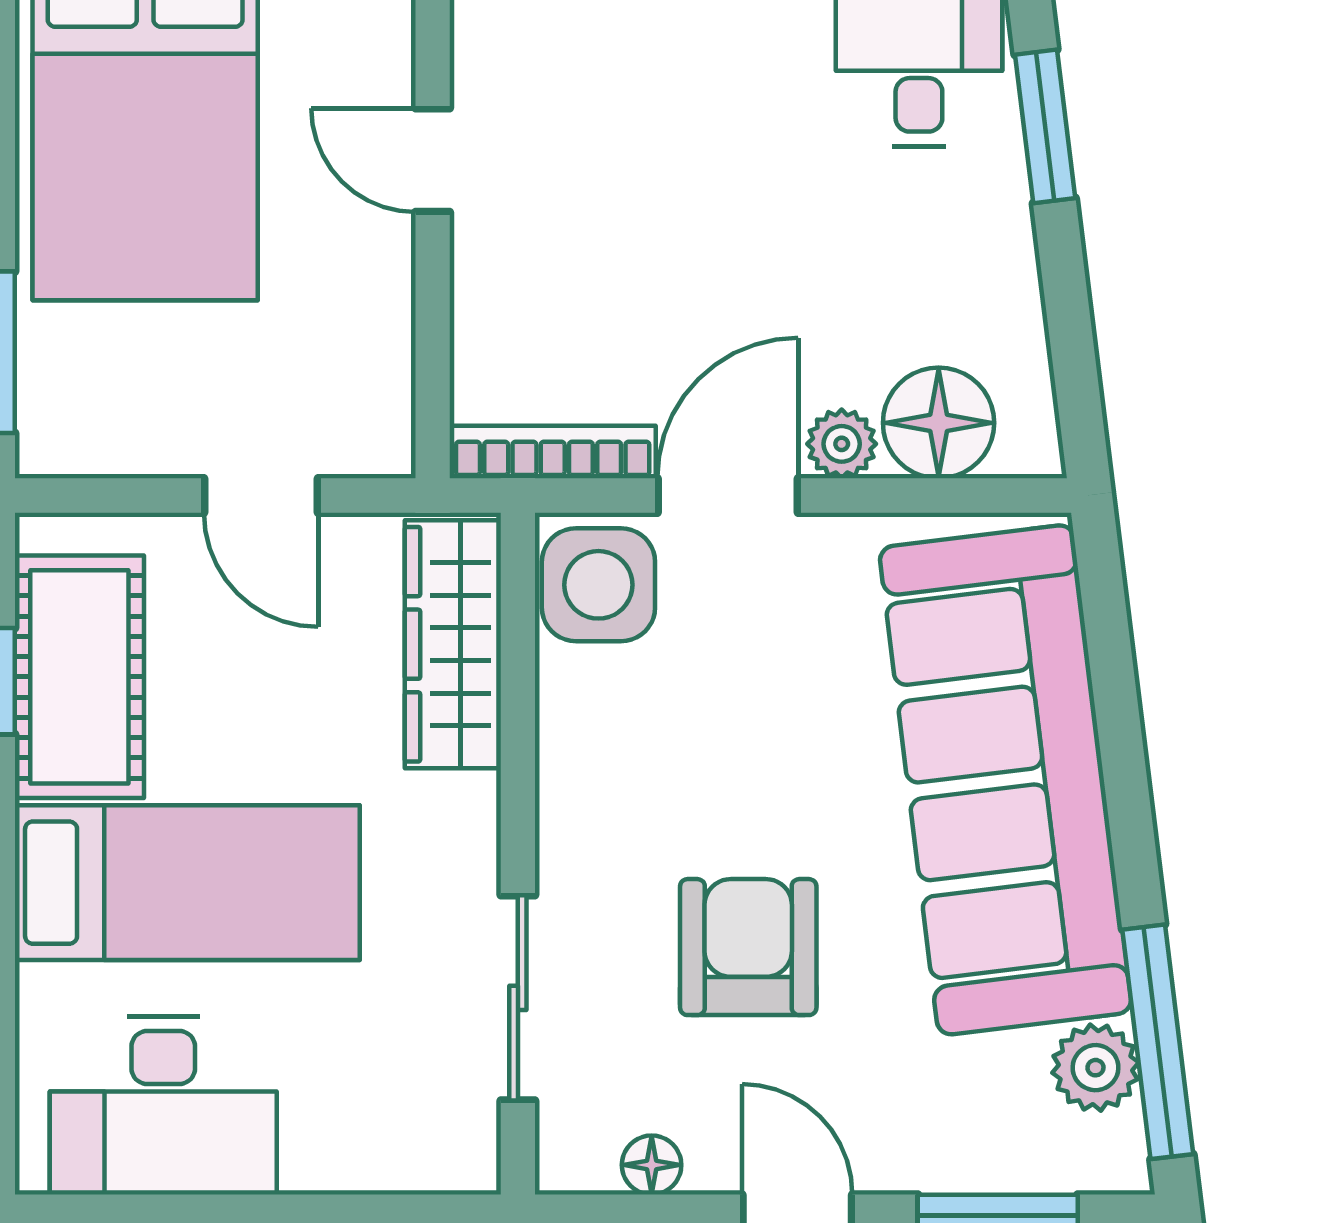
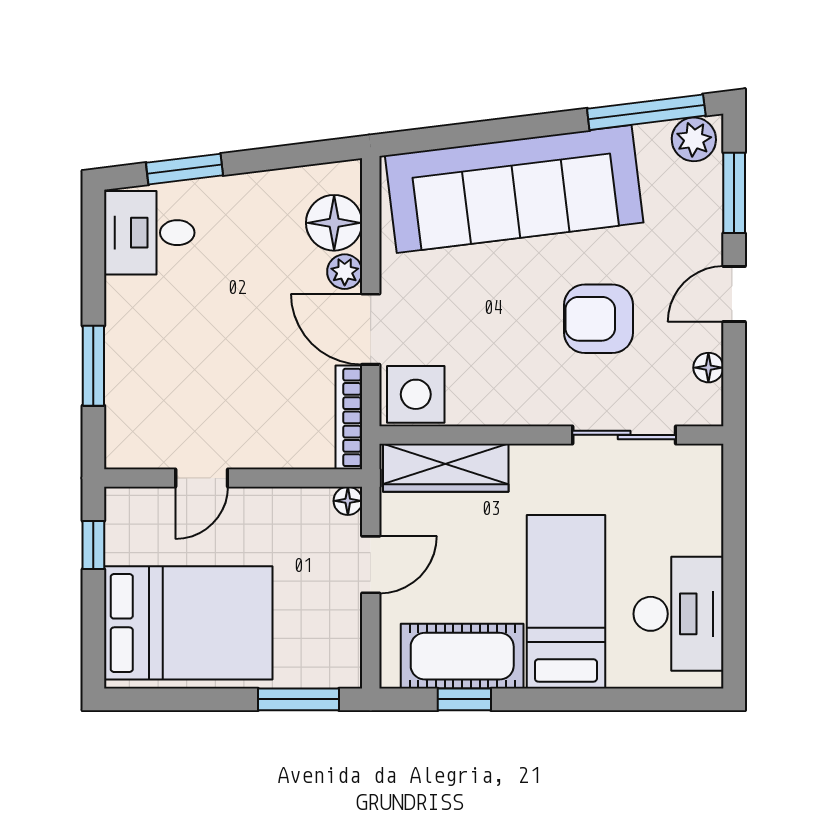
floor lamp: (387, 450) -> (348, 501), added
plant: (1096, 1068) -> (694, 139), moved

